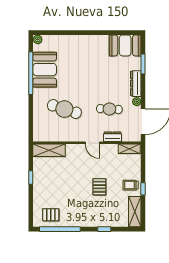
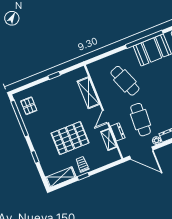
cafe table: (64, 109) -> (125, 81), turned -39
cafe table: (109, 109) -> (141, 120), width x1.37, depth x1.35
shelving: (129, 149) -> (109, 139), moved
shelving: (49, 150) -> (88, 93), moved
pallet: (99, 187) -> (70, 138), width x2.05, depth x2.00

